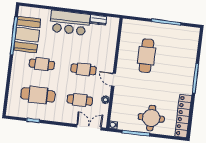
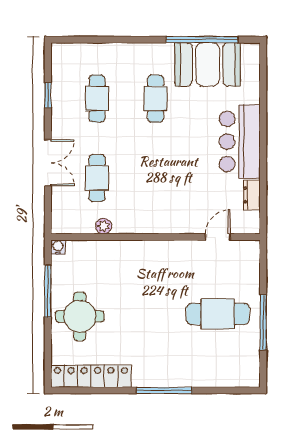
cafe table: (146, 56) -> (218, 314), moved
cafe table: (83, 69) -> (156, 178), removed
door: (114, 80) -> (218, 237), moved
cafe table: (38, 95) -> (97, 99), width x0.73, depth x0.74
double door: (89, 127) -> (48, 163), moved

